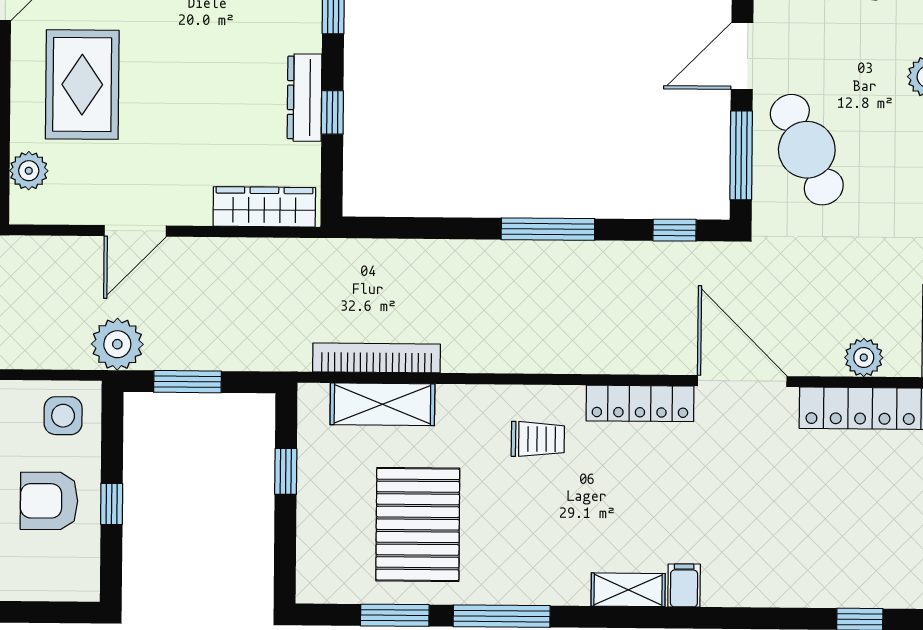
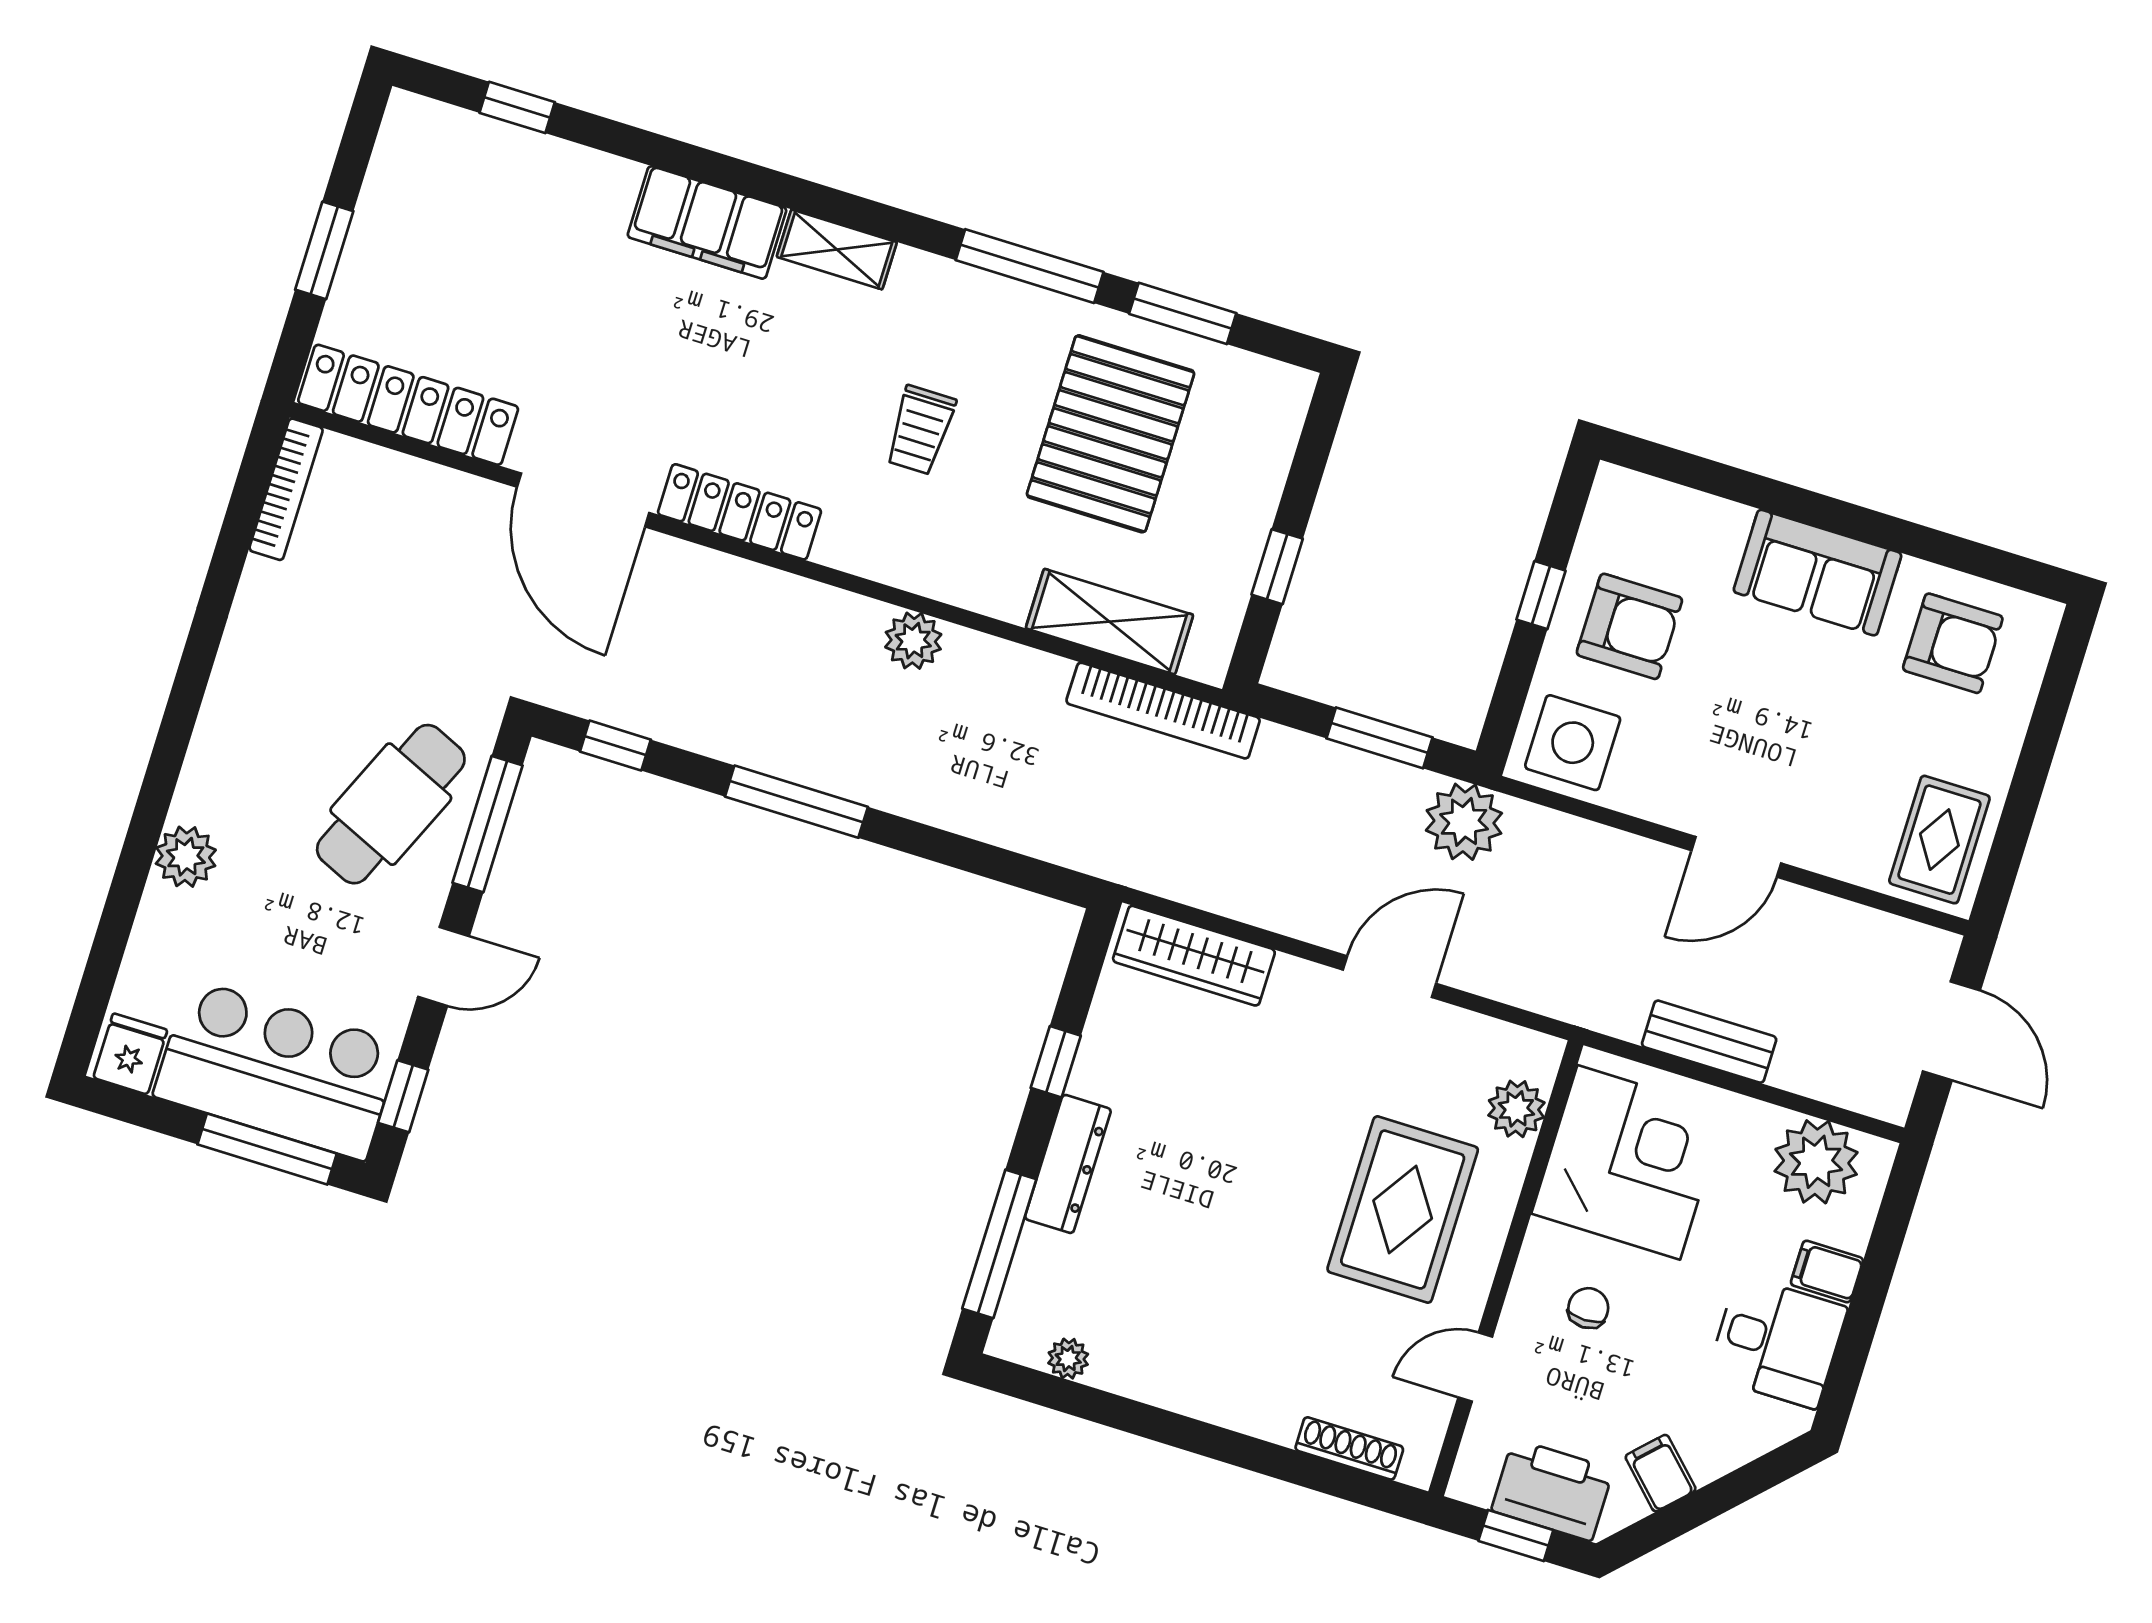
door: (742, 56) -> (443, 966), width x0.73
dresser: (305, 98) -> (1068, 1164), moved
cafe table: (807, 150) -> (391, 804), turned 49
plant: (864, 357) -> (913, 641), moved
bookcase: (377, 358) -> (1163, 711), moved
side table: (63, 416) -> (1573, 743), width x1.37, depth x1.37
trolley: (538, 439) -> (920, 430), moved, turned -90
filing cabinet: (684, 585) -> (707, 223), width x3.00, depth x1.17

